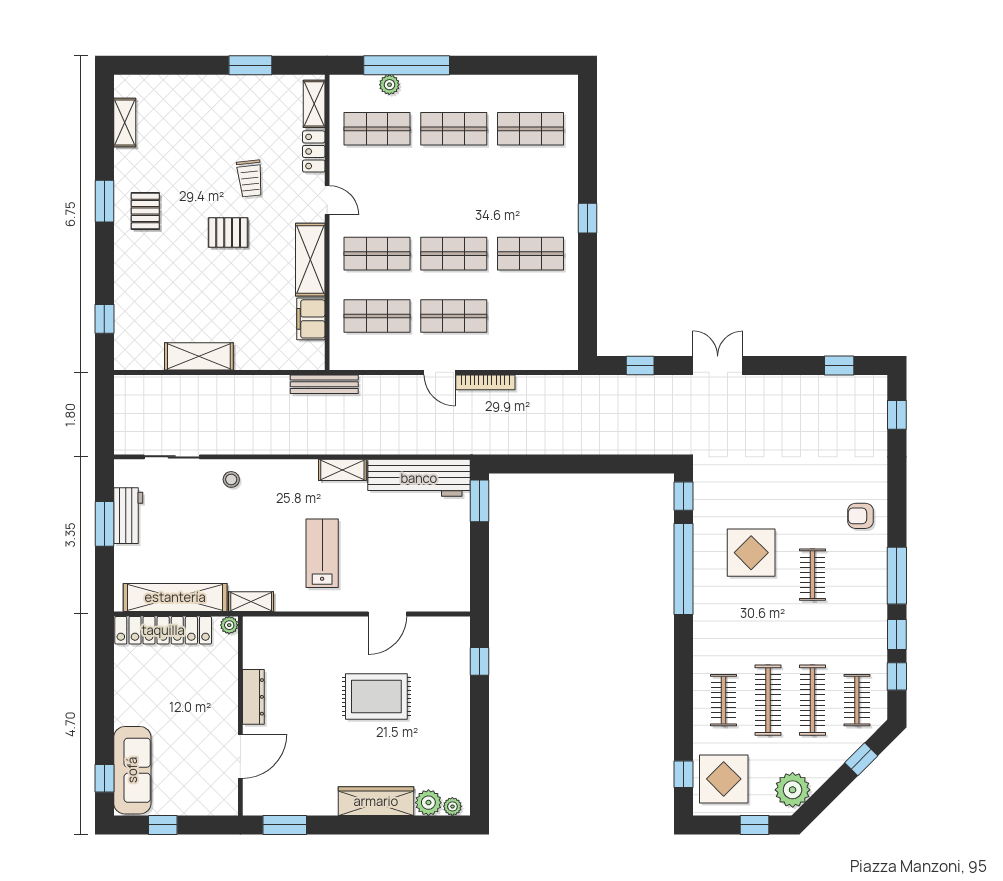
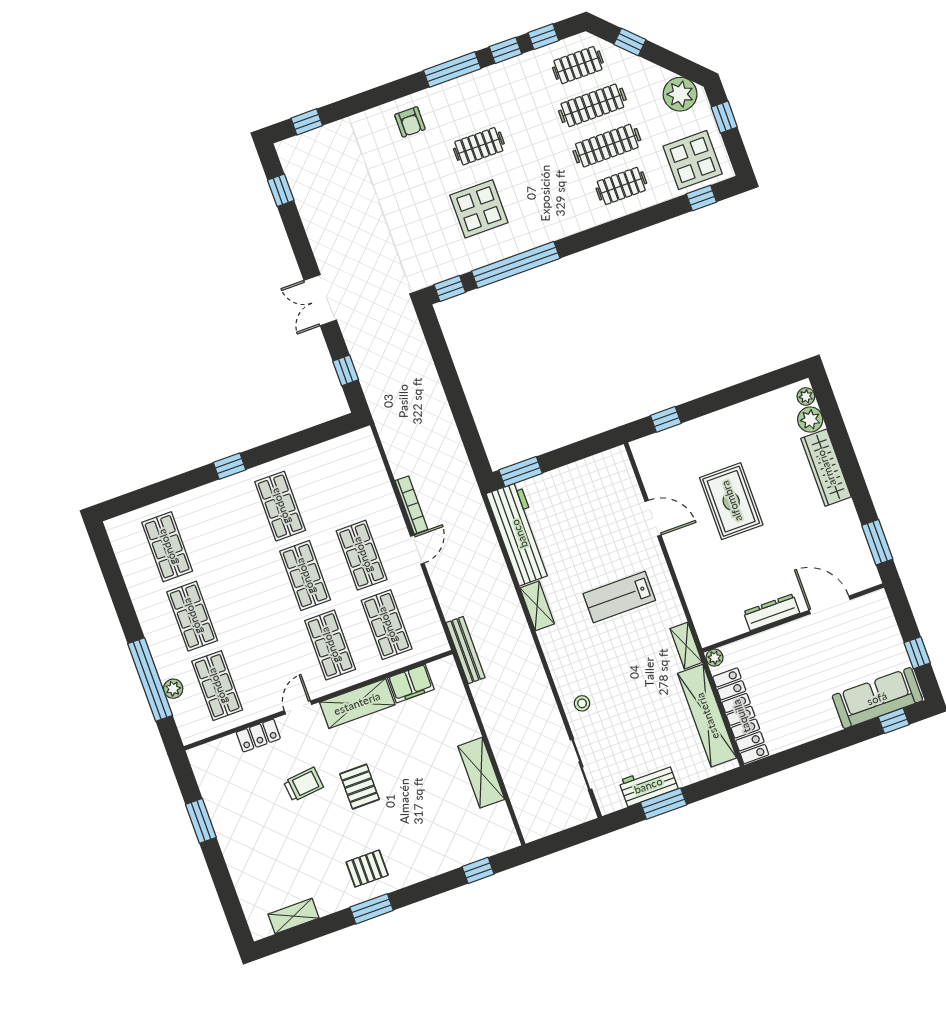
shelving: (314, 104) -> (215, 751), removed

